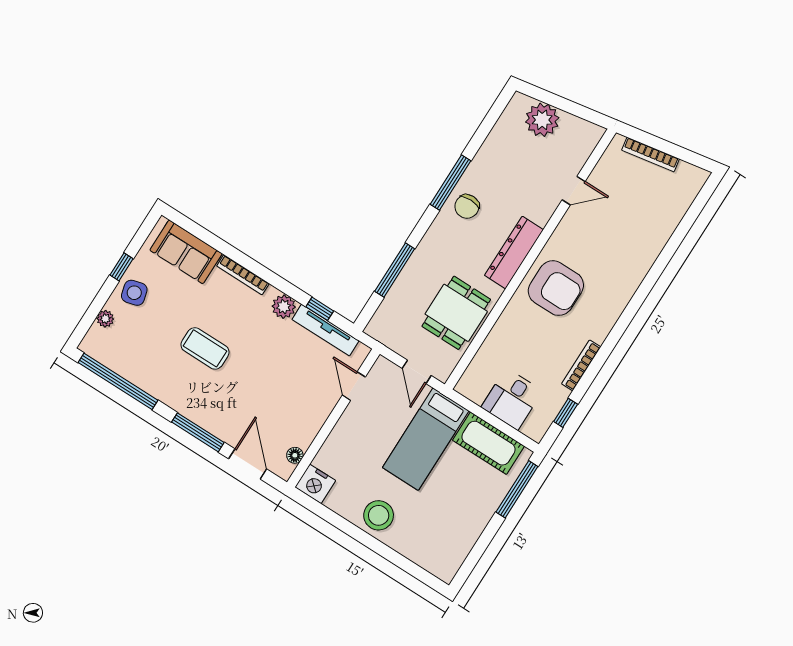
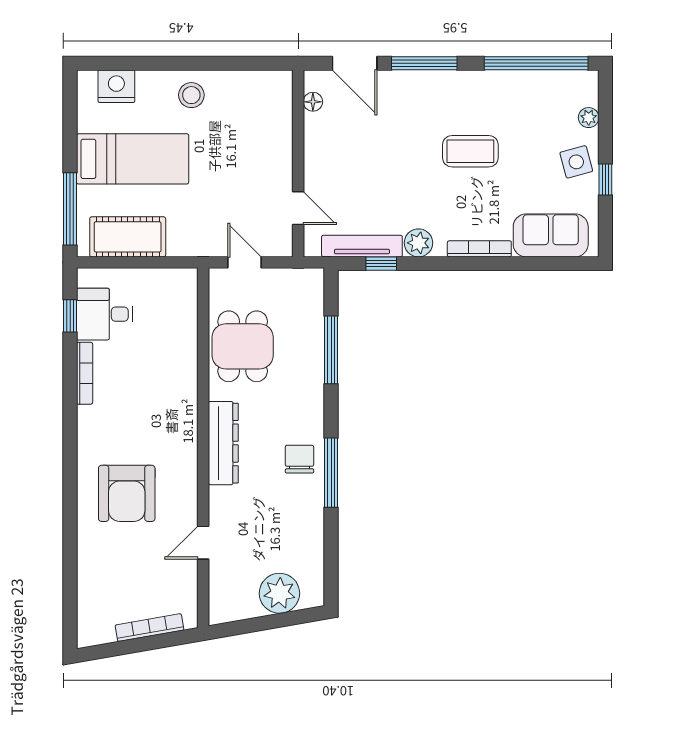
armchair: (556, 288) -> (127, 493), moved, turned -90
desk: (512, 399) -> (105, 314), moved, turned -90
bed: (426, 439) -> (133, 159), moved, turned 90
nightstand: (315, 484) -> (116, 86), moved
stool: (379, 515) -> (191, 95), width x0.73, depth x0.73

